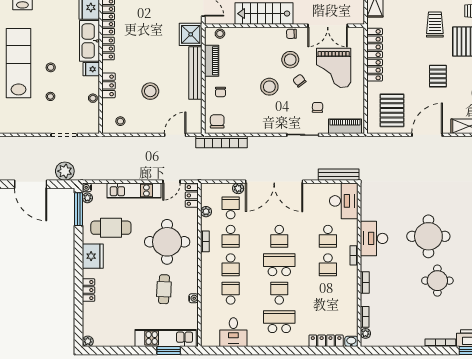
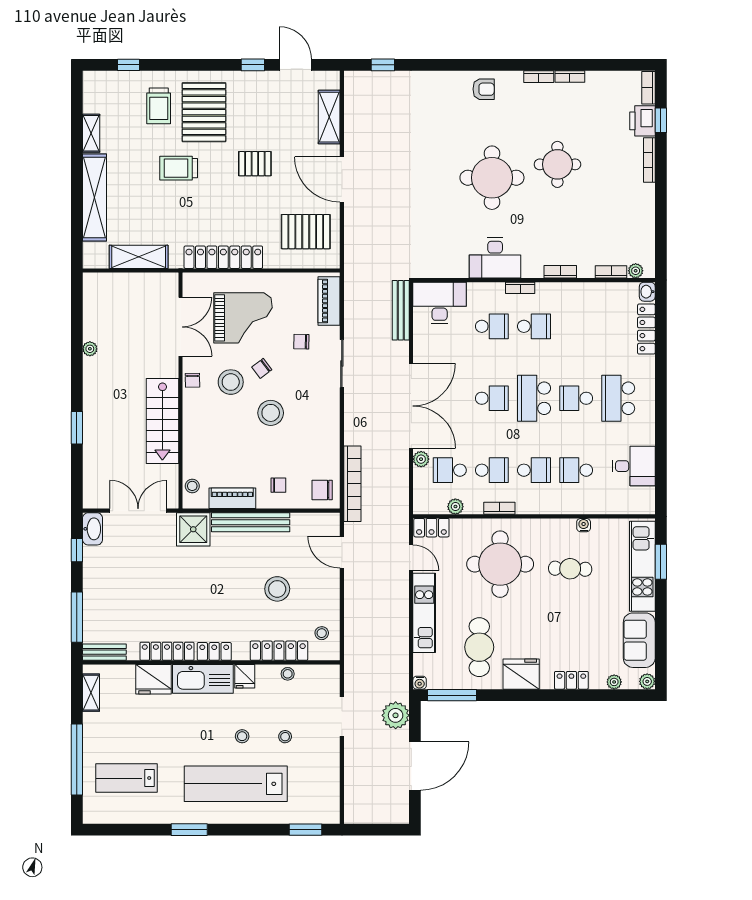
locker: (109, 85) -> (279, 651), width x1.53
plant: (87, 198) -> (614, 682), moved
sofa: (116, 336) -> (639, 640), added

